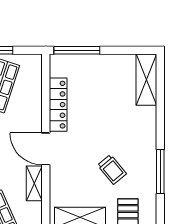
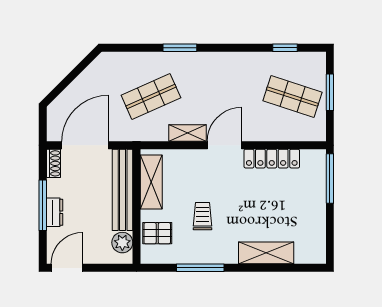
shelving: (146, 80) -> (266, 253), moved
trolley: (112, 169) -> (202, 216), turned 130

